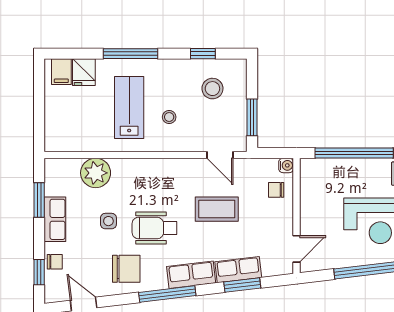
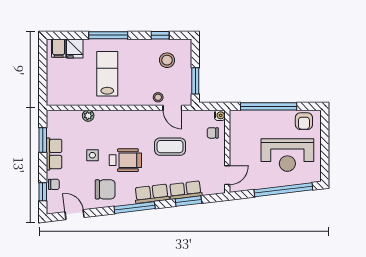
stool: (169, 117) -> (158, 97), moved
plant: (96, 173) -> (88, 116), width x0.53, depth x0.53
wheelchair: (154, 228) -> (125, 160), turned 180

